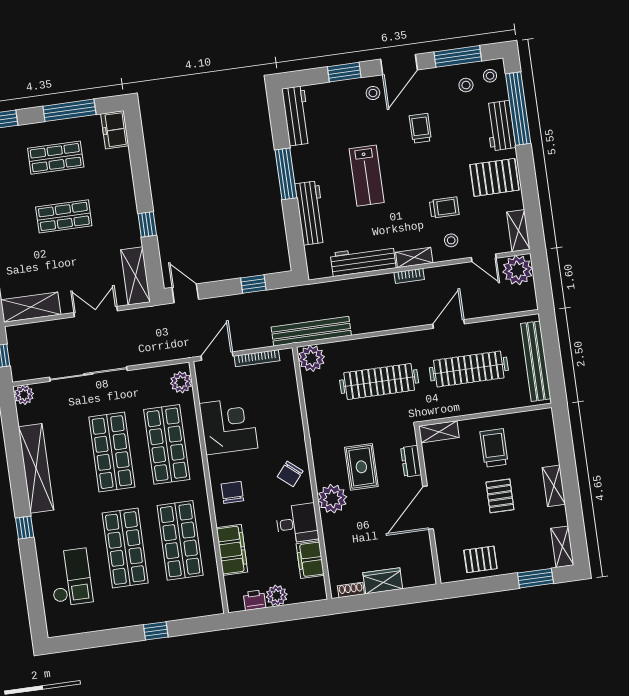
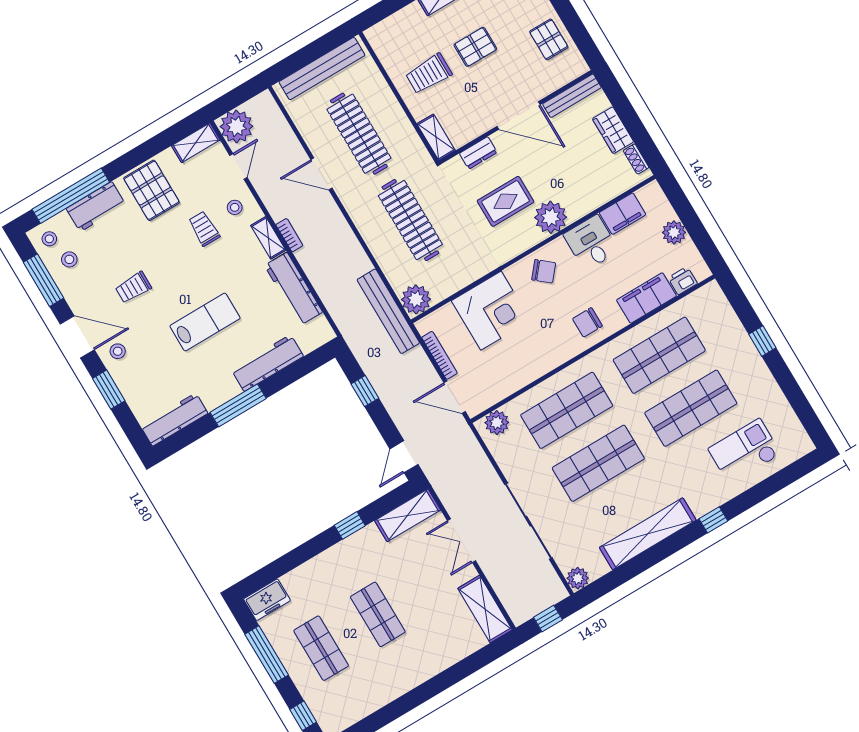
corner desk: (228, 426) -> (491, 311), moved, turned 180
bench: (426, 559) -> (572, 96), added
printer: (255, 600) -> (683, 281), moved, turned 90

